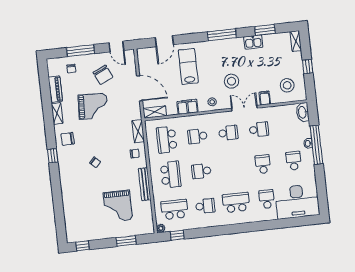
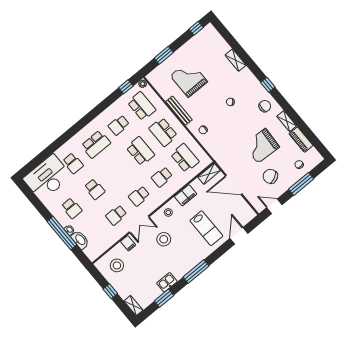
washbasin: (303, 112) -> (80, 240), moved
shelving: (138, 131) -> (236, 60), moved
school desk: (197, 136) -> (162, 177), turned 180
school desk: (201, 171) -> (140, 151), width x1.85
school desk: (175, 209) -> (142, 106), turned -90

